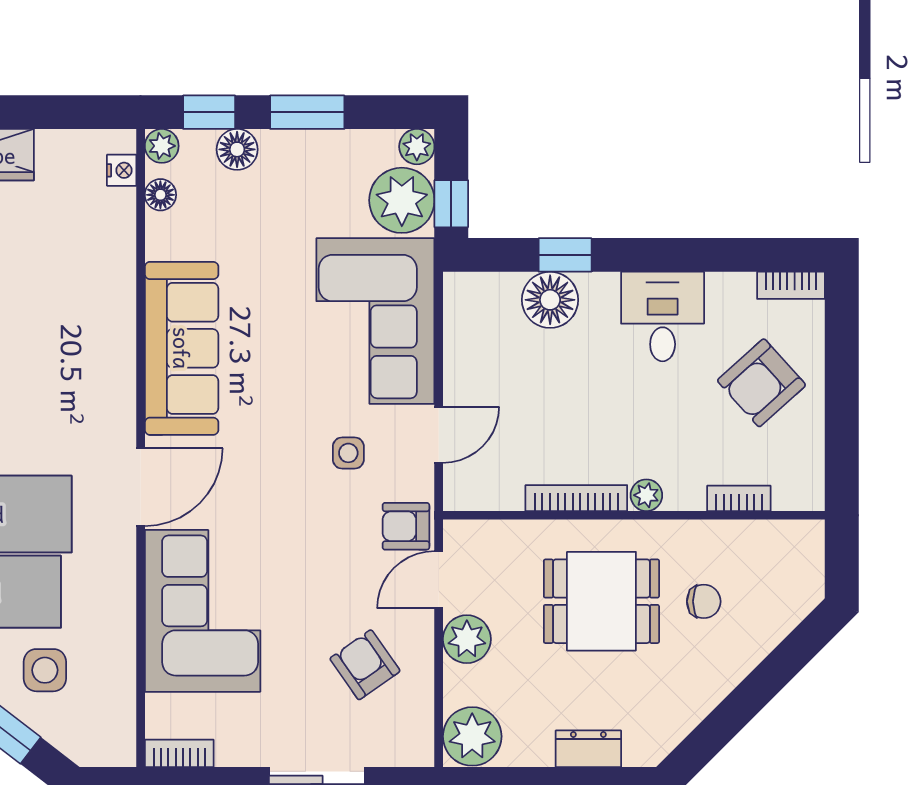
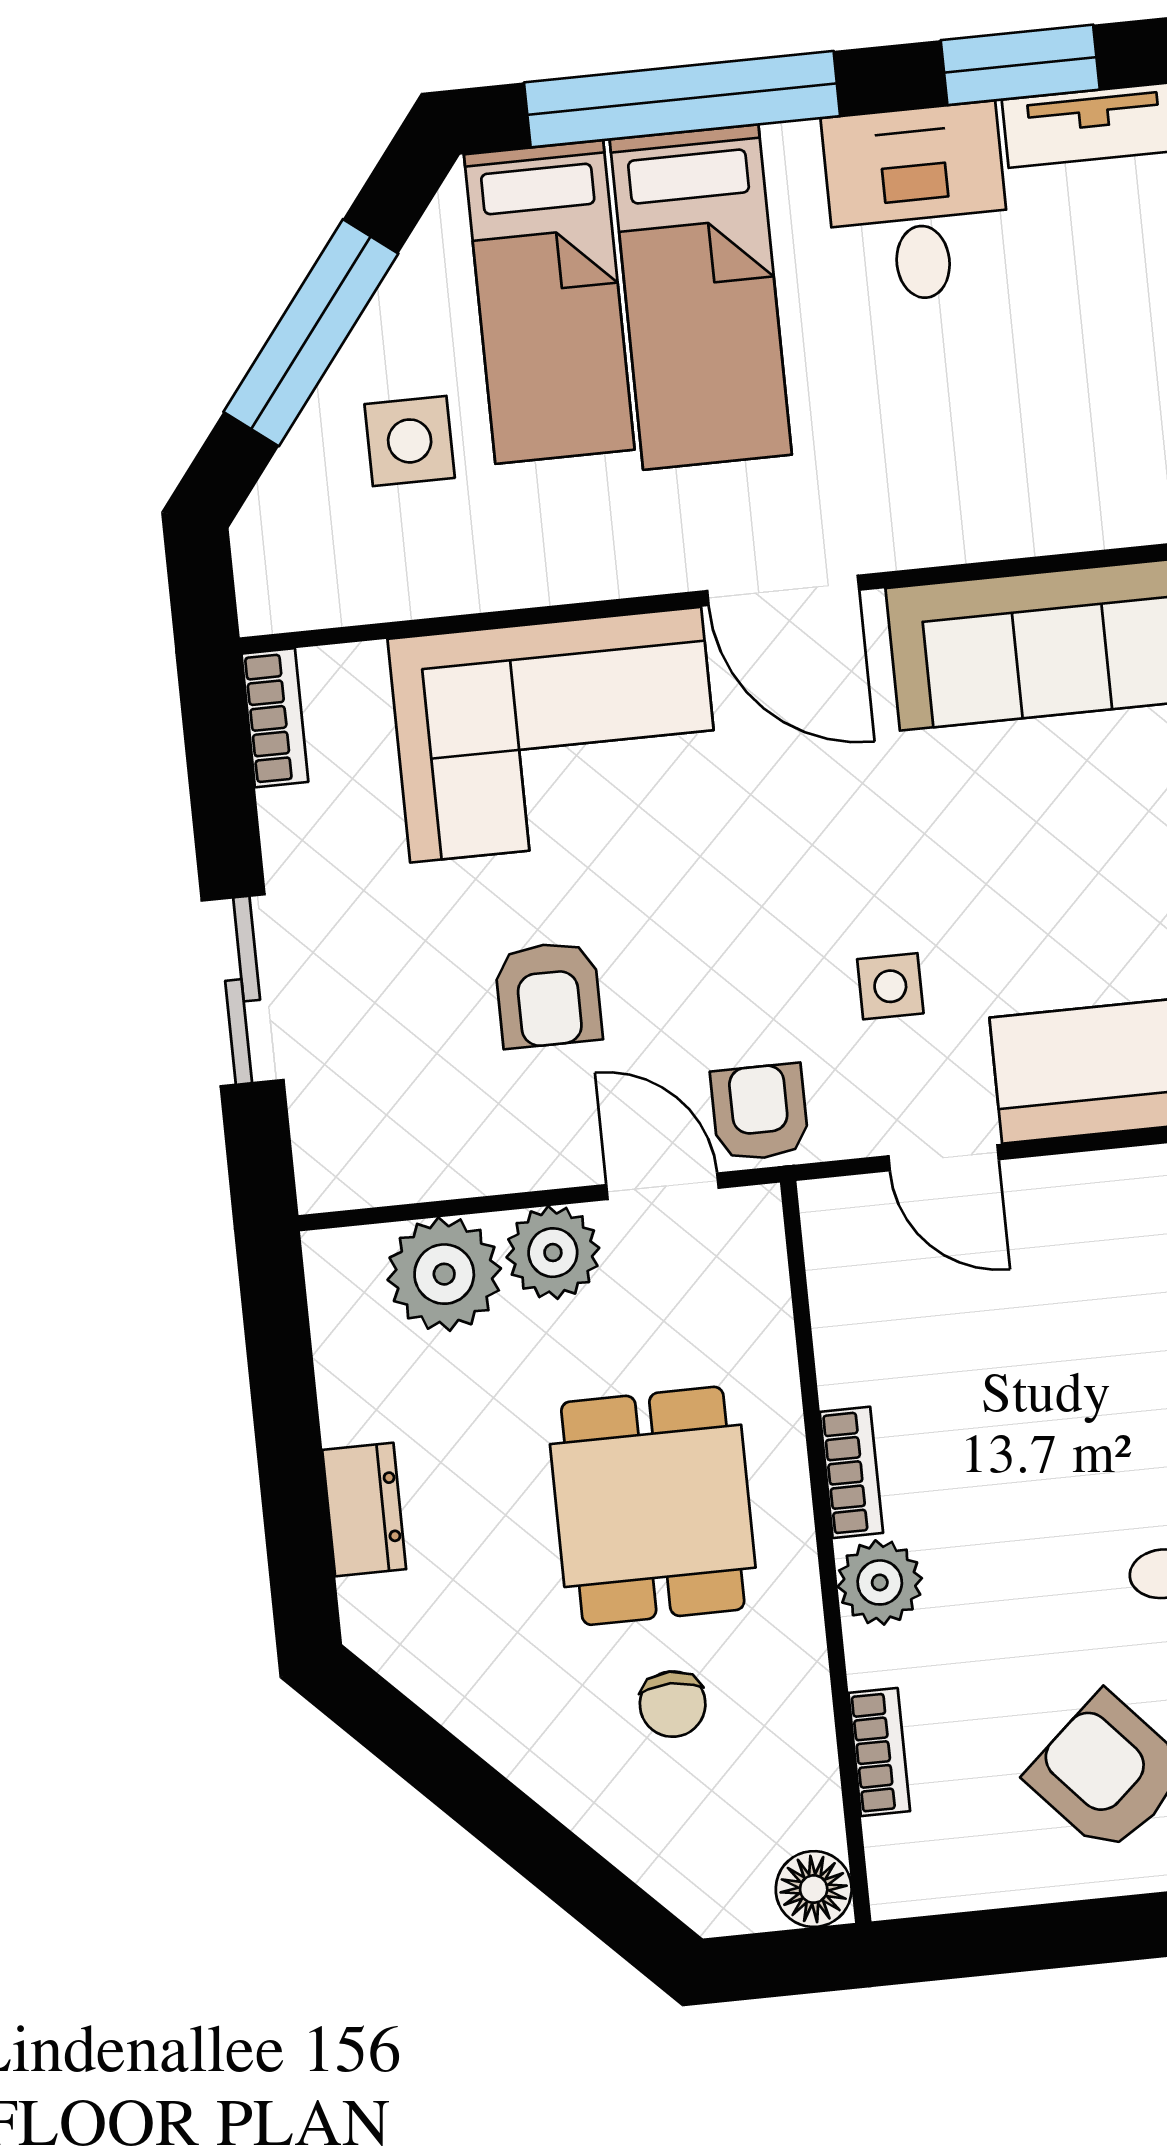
plant: (646, 495) -> (880, 1582), width x1.38, depth x1.38
bookcase: (576, 498) -> (851, 1472), width x0.64
floor lamp: (806, 539) -> (814, 1889), added
armchair: (365, 665) -> (548, 995), moved, turned 125
plant: (472, 736) -> (444, 1274), moved

